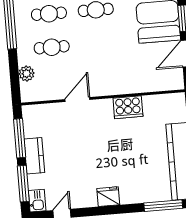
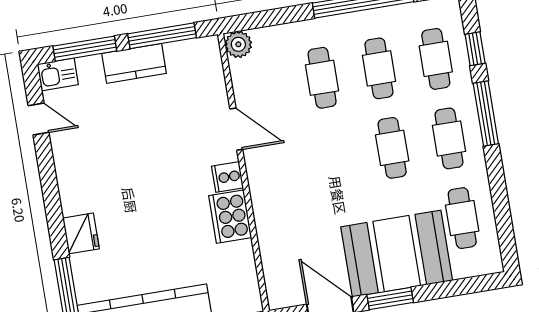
plant: (27, 73) -> (238, 44), moved
cooker: (105, 107) -> (227, 177), added
fridge: (108, 197) -> (81, 233), moved

